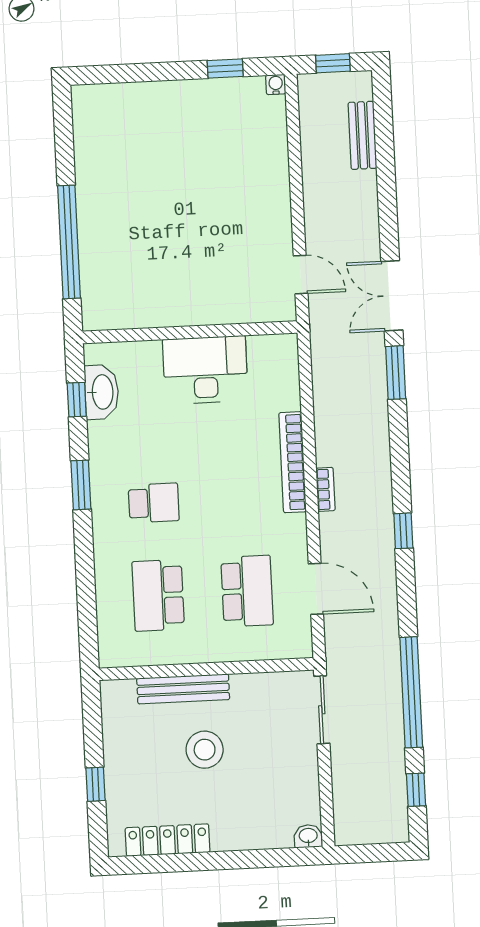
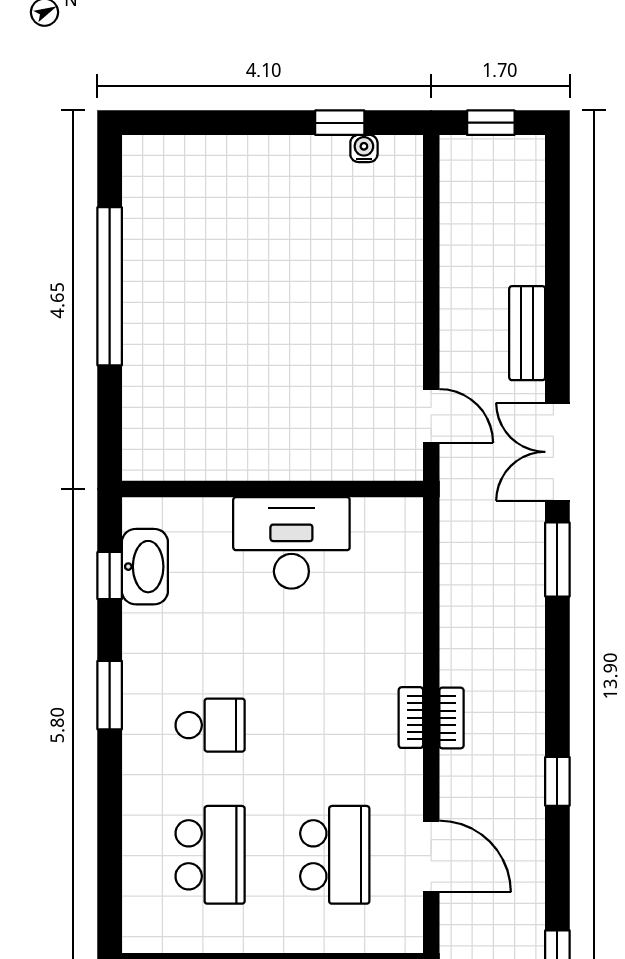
water cooler: (276, 84) -> (364, 148), moved
bench: (362, 135) -> (527, 333), moved
window: (69, 242) -> (110, 286), moved
bookcase: (293, 462) -> (411, 718), width x0.43, depth x0.76
school desk: (158, 595) -> (210, 855), turned 180

